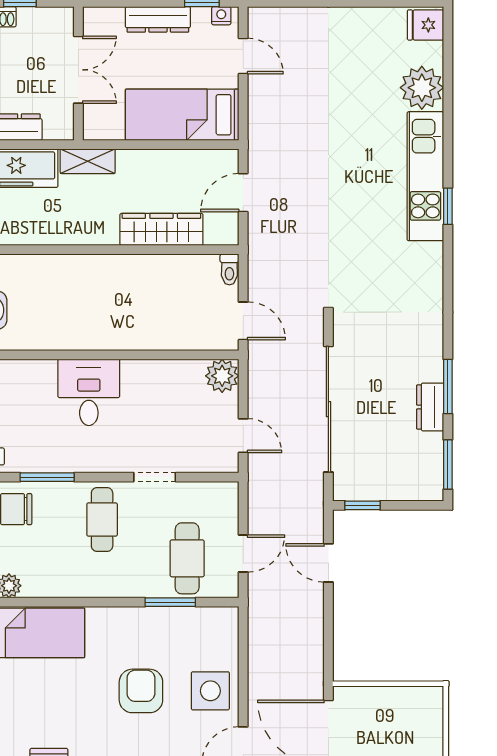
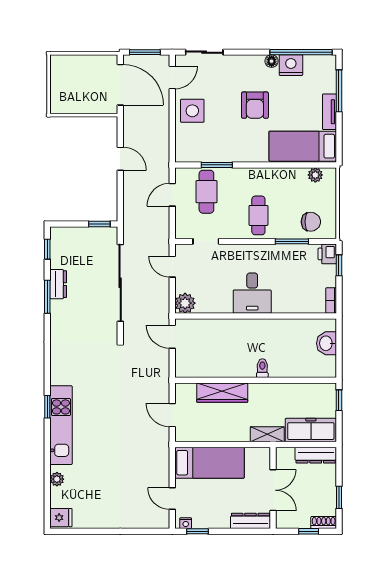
dresser: (158, 19) -> (250, 521), moved
double door: (78, 70) -> (273, 490), swing flipped
plant: (422, 88) -> (57, 479), width x0.53, depth x0.53
door: (243, 193) -> (172, 415), swing flipped
toilet: (229, 269) -> (262, 368), moved
desk: (89, 392) -> (252, 293), moved
window: (448, 464) -> (47, 249), width x0.67
doorway: (155, 477) -> (206, 241), moved
door: (328, 563) -> (120, 159), moved
armchair: (141, 691) -> (255, 105), moved

